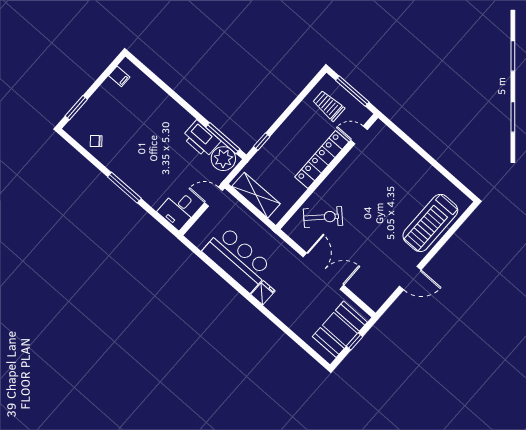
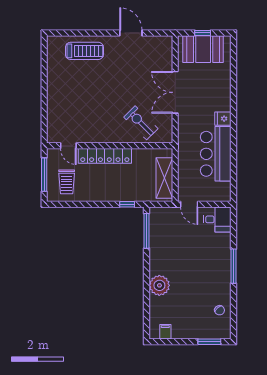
printer: (201, 139) -> (159, 244), removed
plant: (223, 159) -> (159, 285), moved
treadmill: (430, 223) -> (84, 51), width x0.73, depth x0.73

